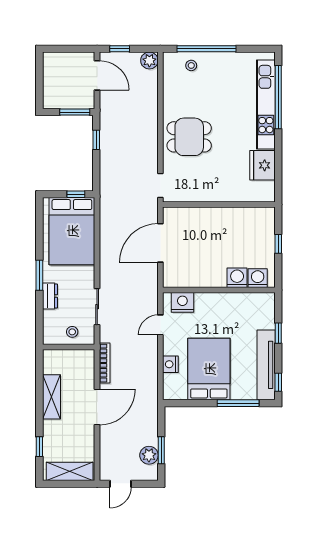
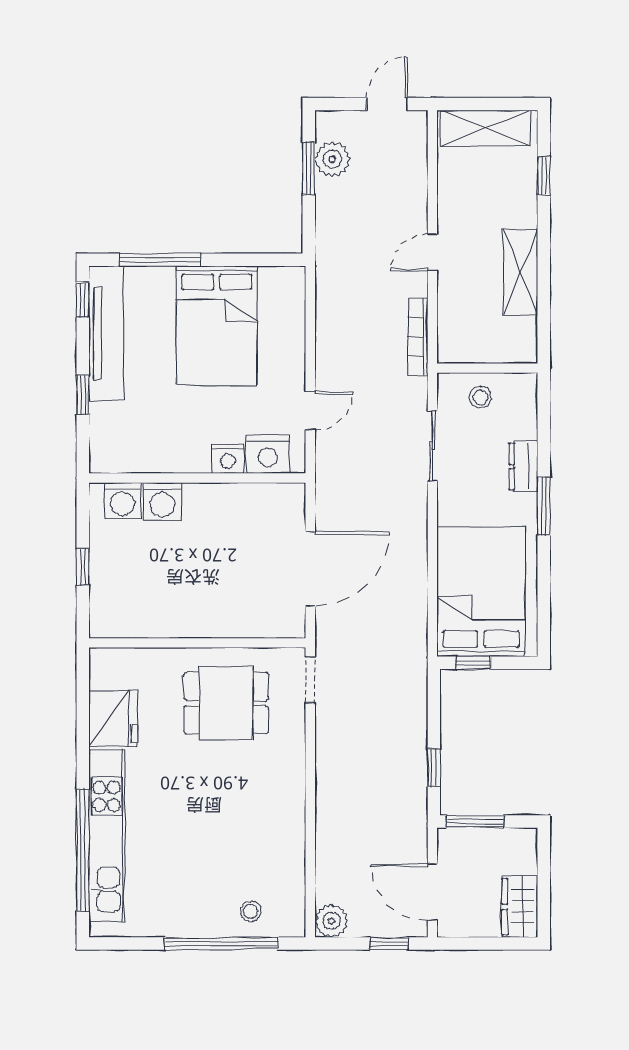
wardrobe: (52, 68) -> (520, 907), added
dining table: (189, 137) -> (226, 703), moved
nightstand: (170, 364) -> (228, 459), moved, turned 90
door: (97, 407) -> (432, 252), width x0.53

